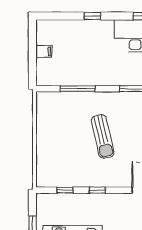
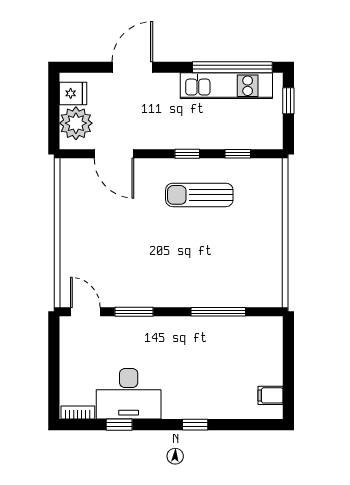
filing cabinet: (44, 51) -> (271, 395), moved
sun lounger: (103, 136) -> (199, 195), moved, turned -77

